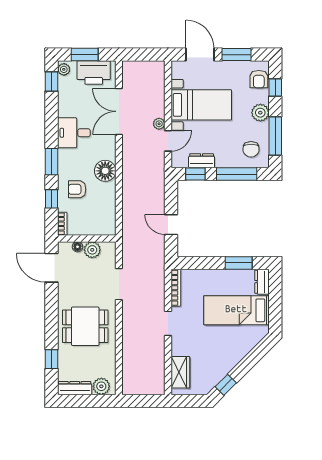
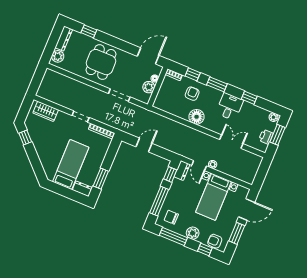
printer: (94, 73) -> (266, 137), width x0.53, depth x0.68
window: (51, 81) -> (249, 98), moved
double door: (119, 111) -> (231, 142), width x0.73
dresser: (202, 161) -> (182, 171), moved

